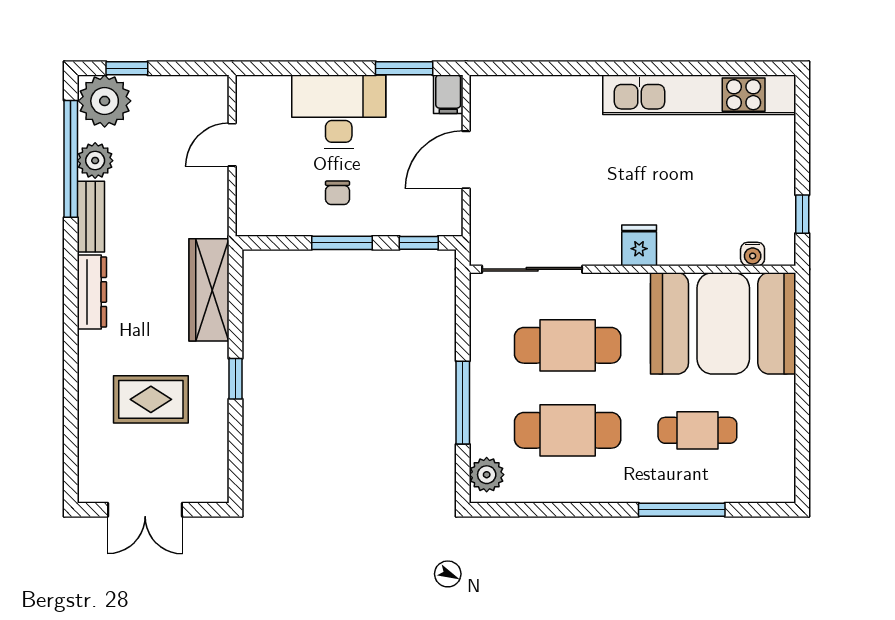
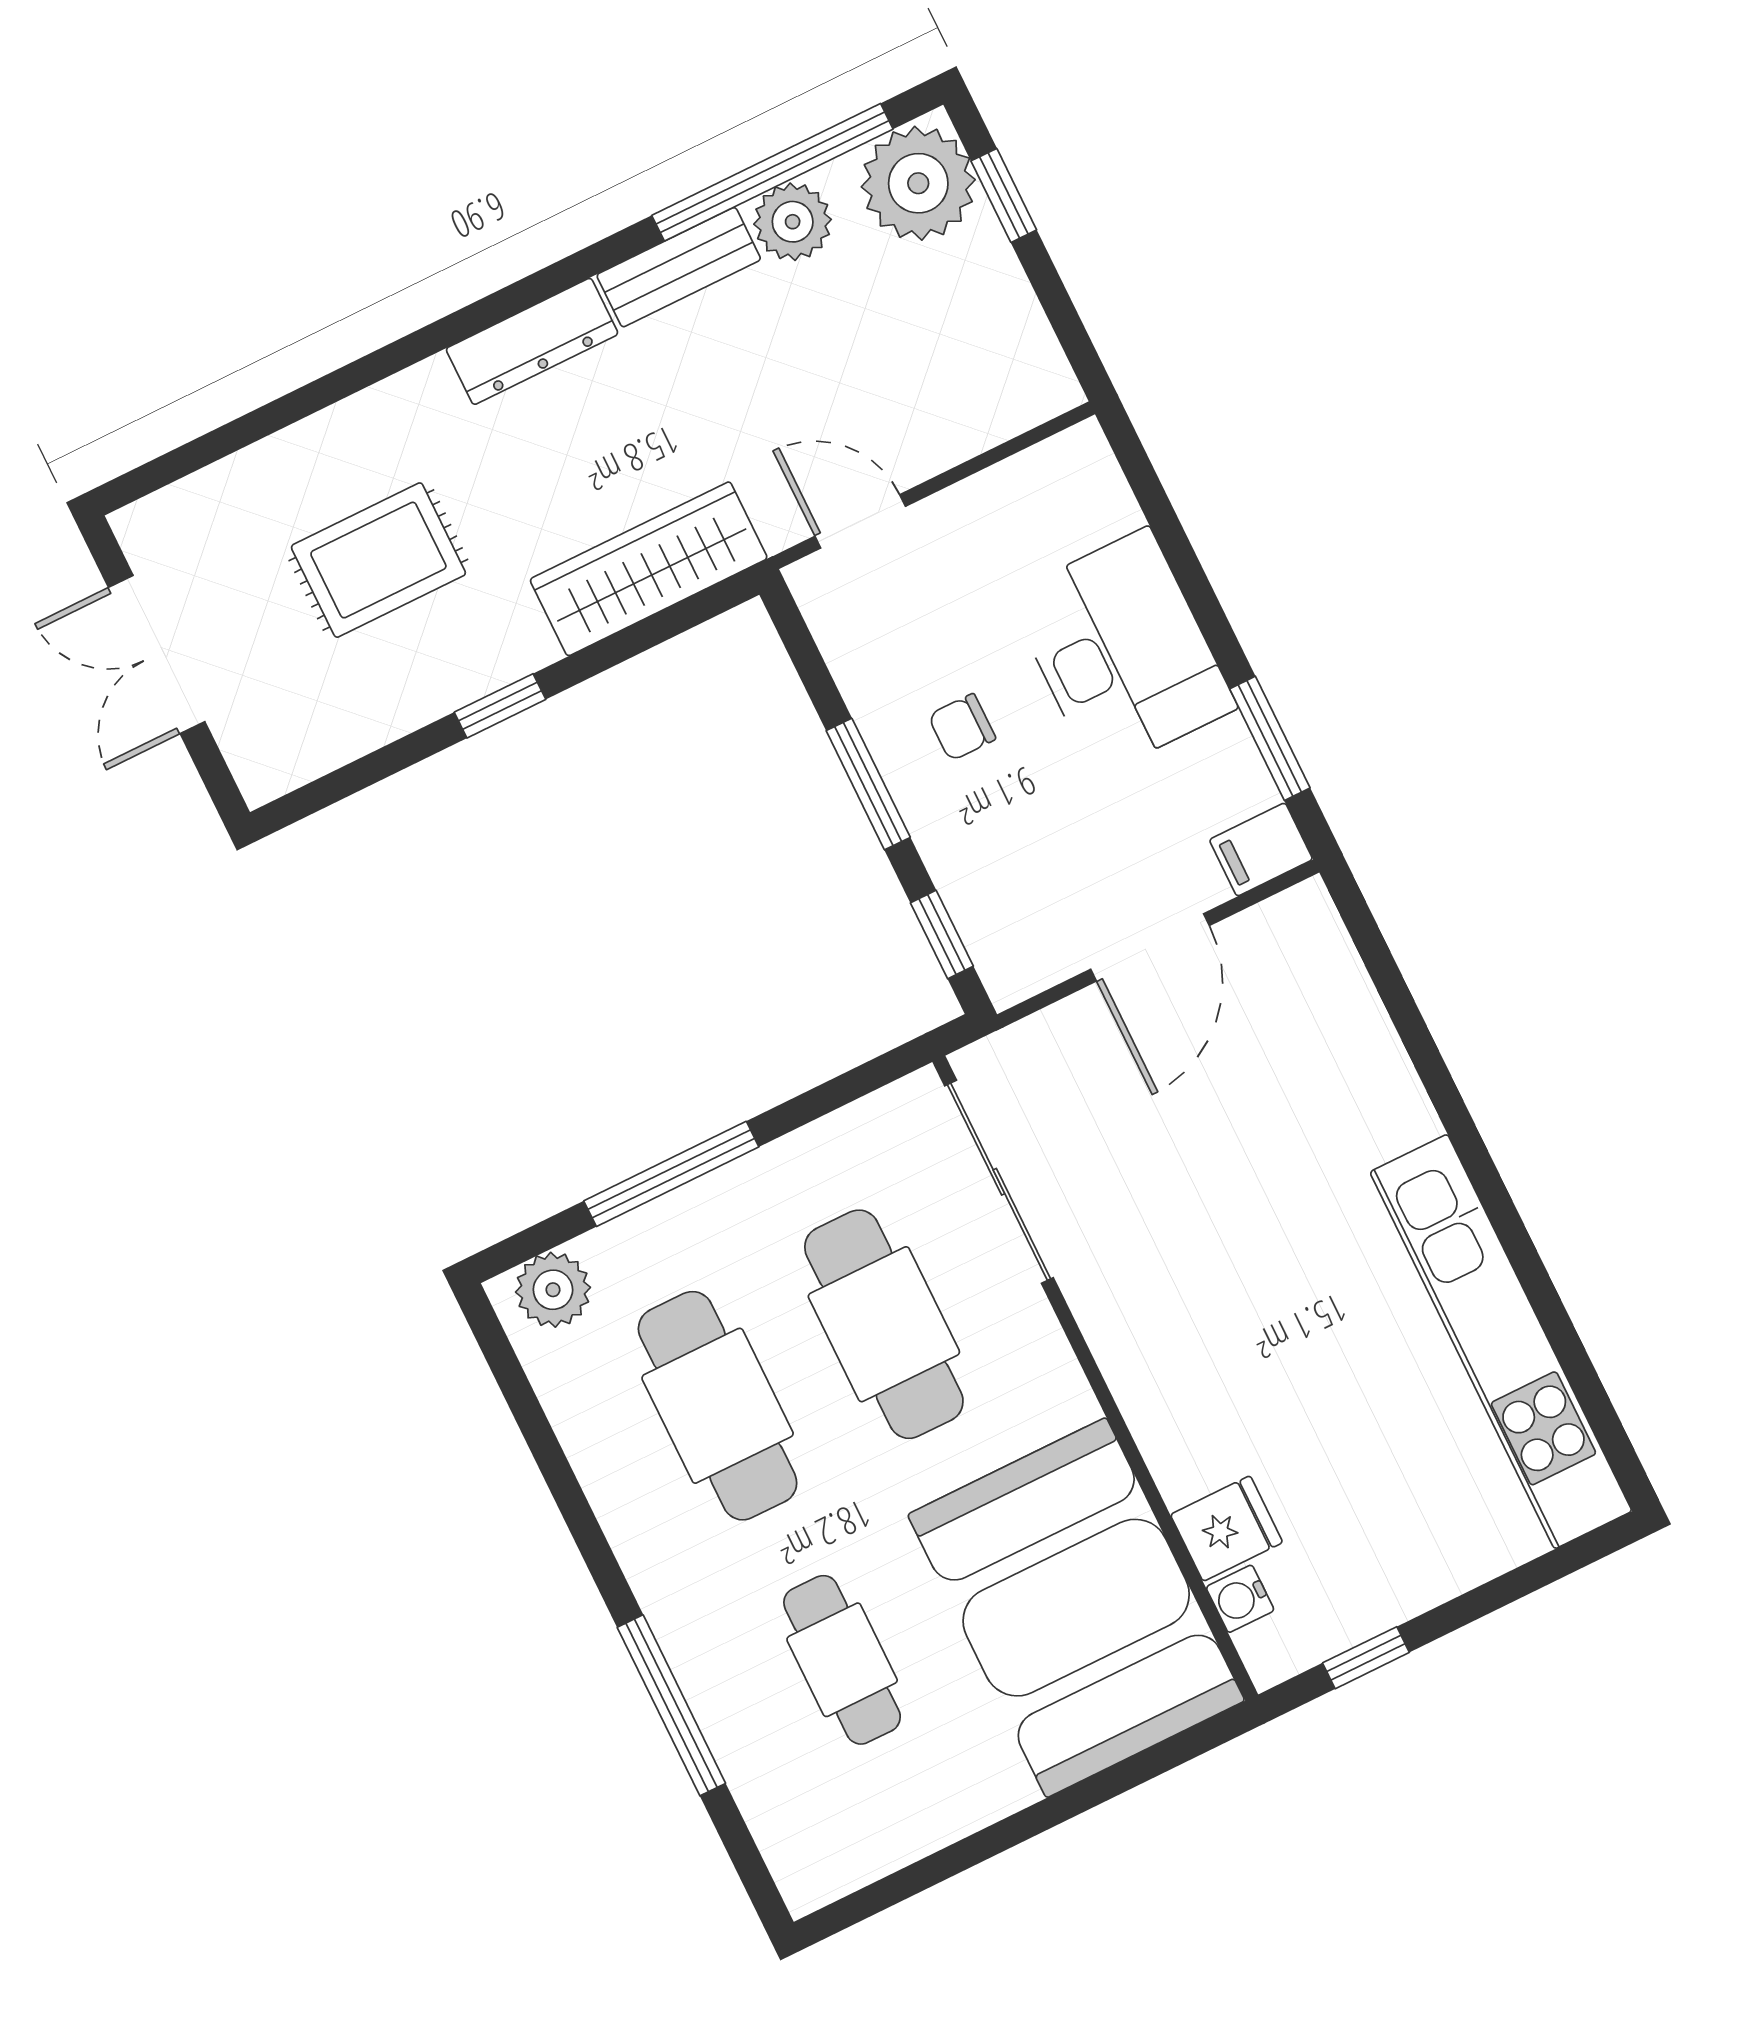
door: (232, 145) -> (860, 521), moved
door: (466, 160) -> (1150, 947), swing flipped
fridge: (639, 245) -> (1227, 1528), moved
rug: (151, 399) -> (378, 560), turned 90

